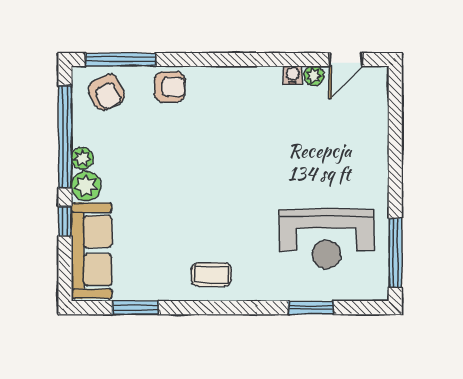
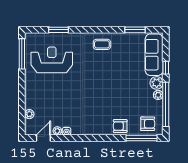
armchair: (107, 92) -> (148, 124), turned 116
plant: (378, 114) -> (29, 114), added

